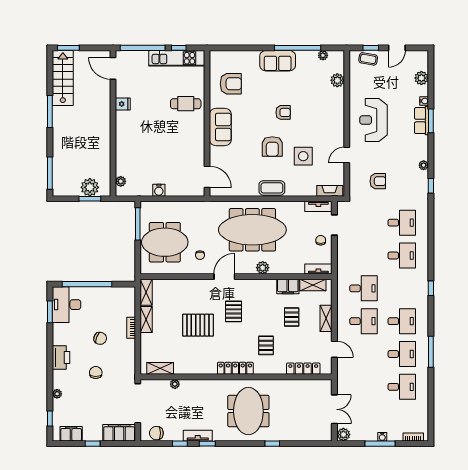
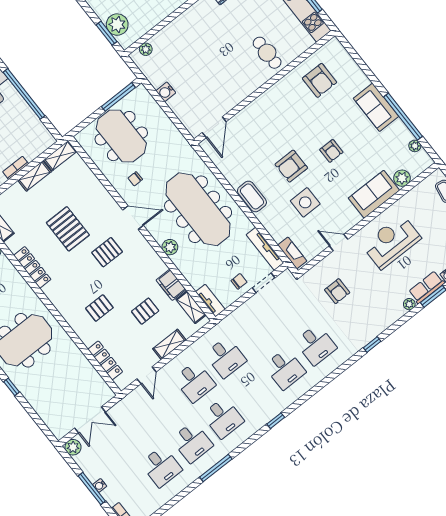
sofa: (220, 127) -> (374, 194), moved, turned 180
plant: (424, 165) -> (409, 304), moved
tv unit: (318, 206) -> (265, 249), width x1.41
locker: (235, 368) -> (32, 267), moved

